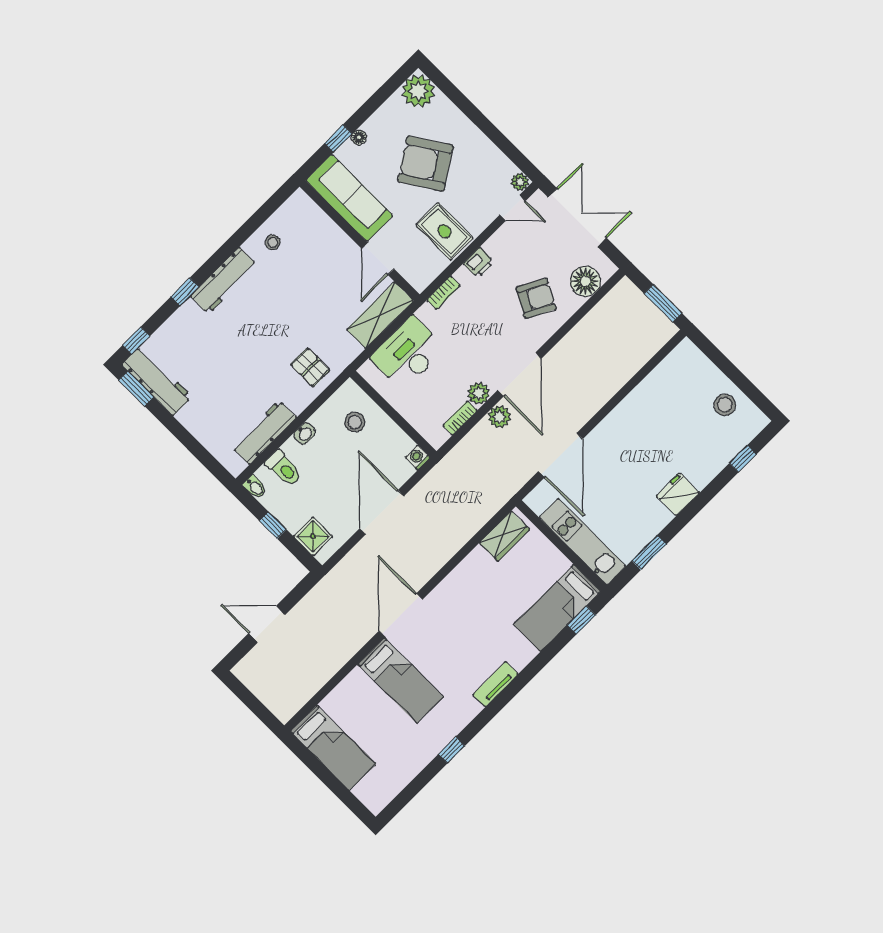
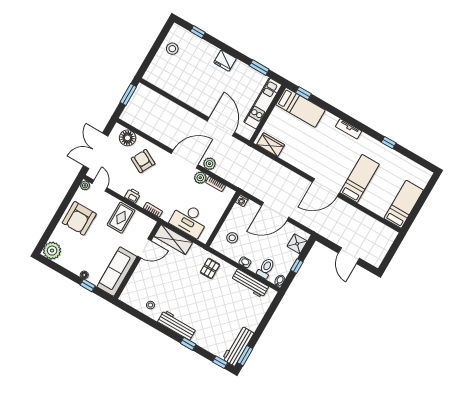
armchair: (425, 164) -> (79, 218), moved, turned 33
door: (561, 455) -> (221, 127), hinge flipped

